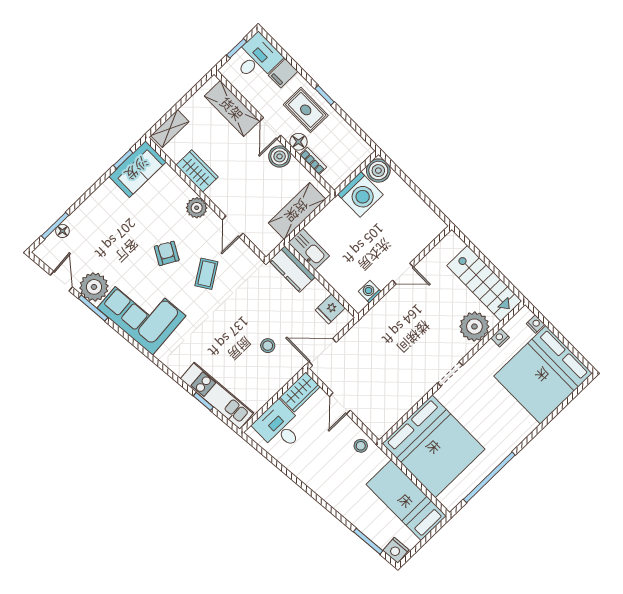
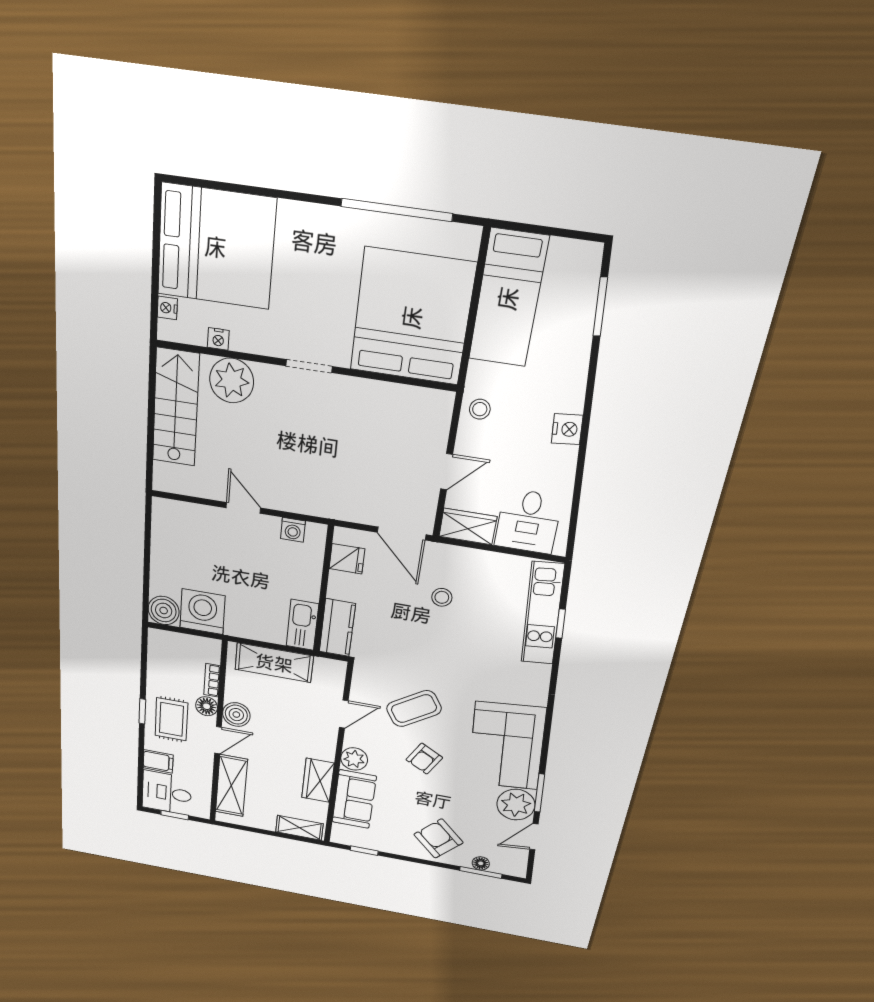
sofa: (137, 169) -> (354, 799), moved, turned 90
armchair: (100, 217) -> (438, 839), added
coffee table: (206, 274) -> (414, 709), width x1.36, depth x1.30
nightstand: (396, 550) -> (567, 429), moved

